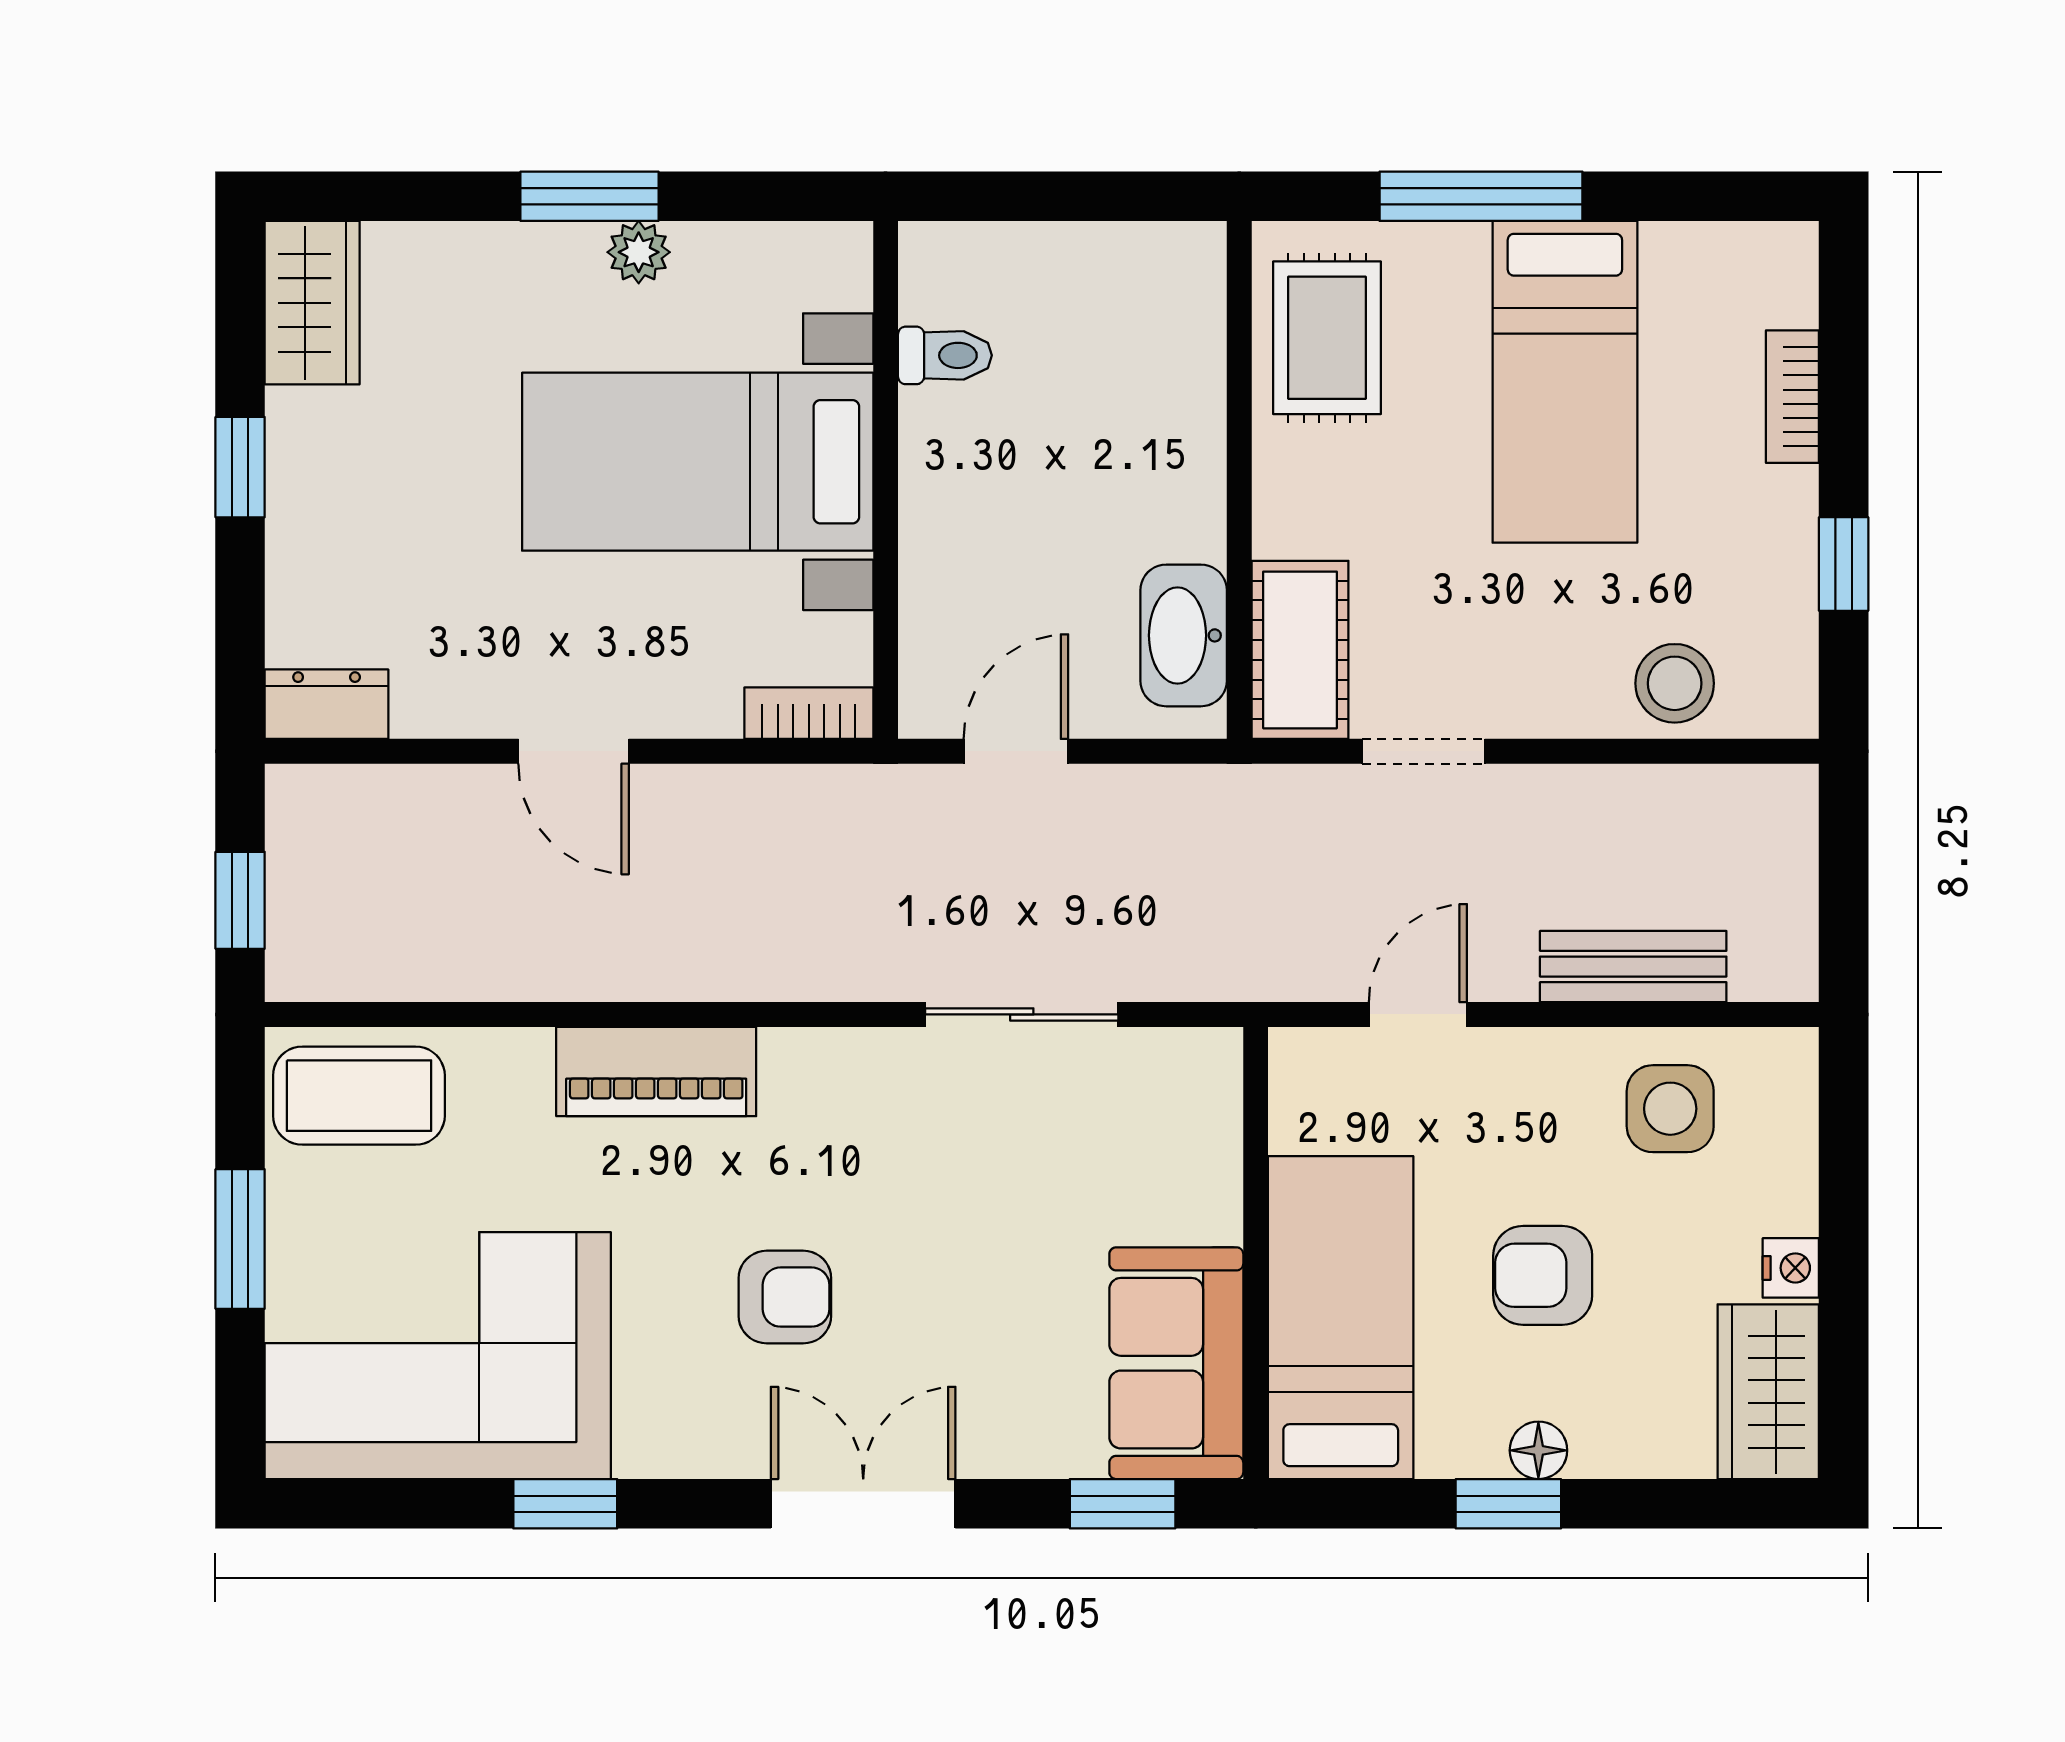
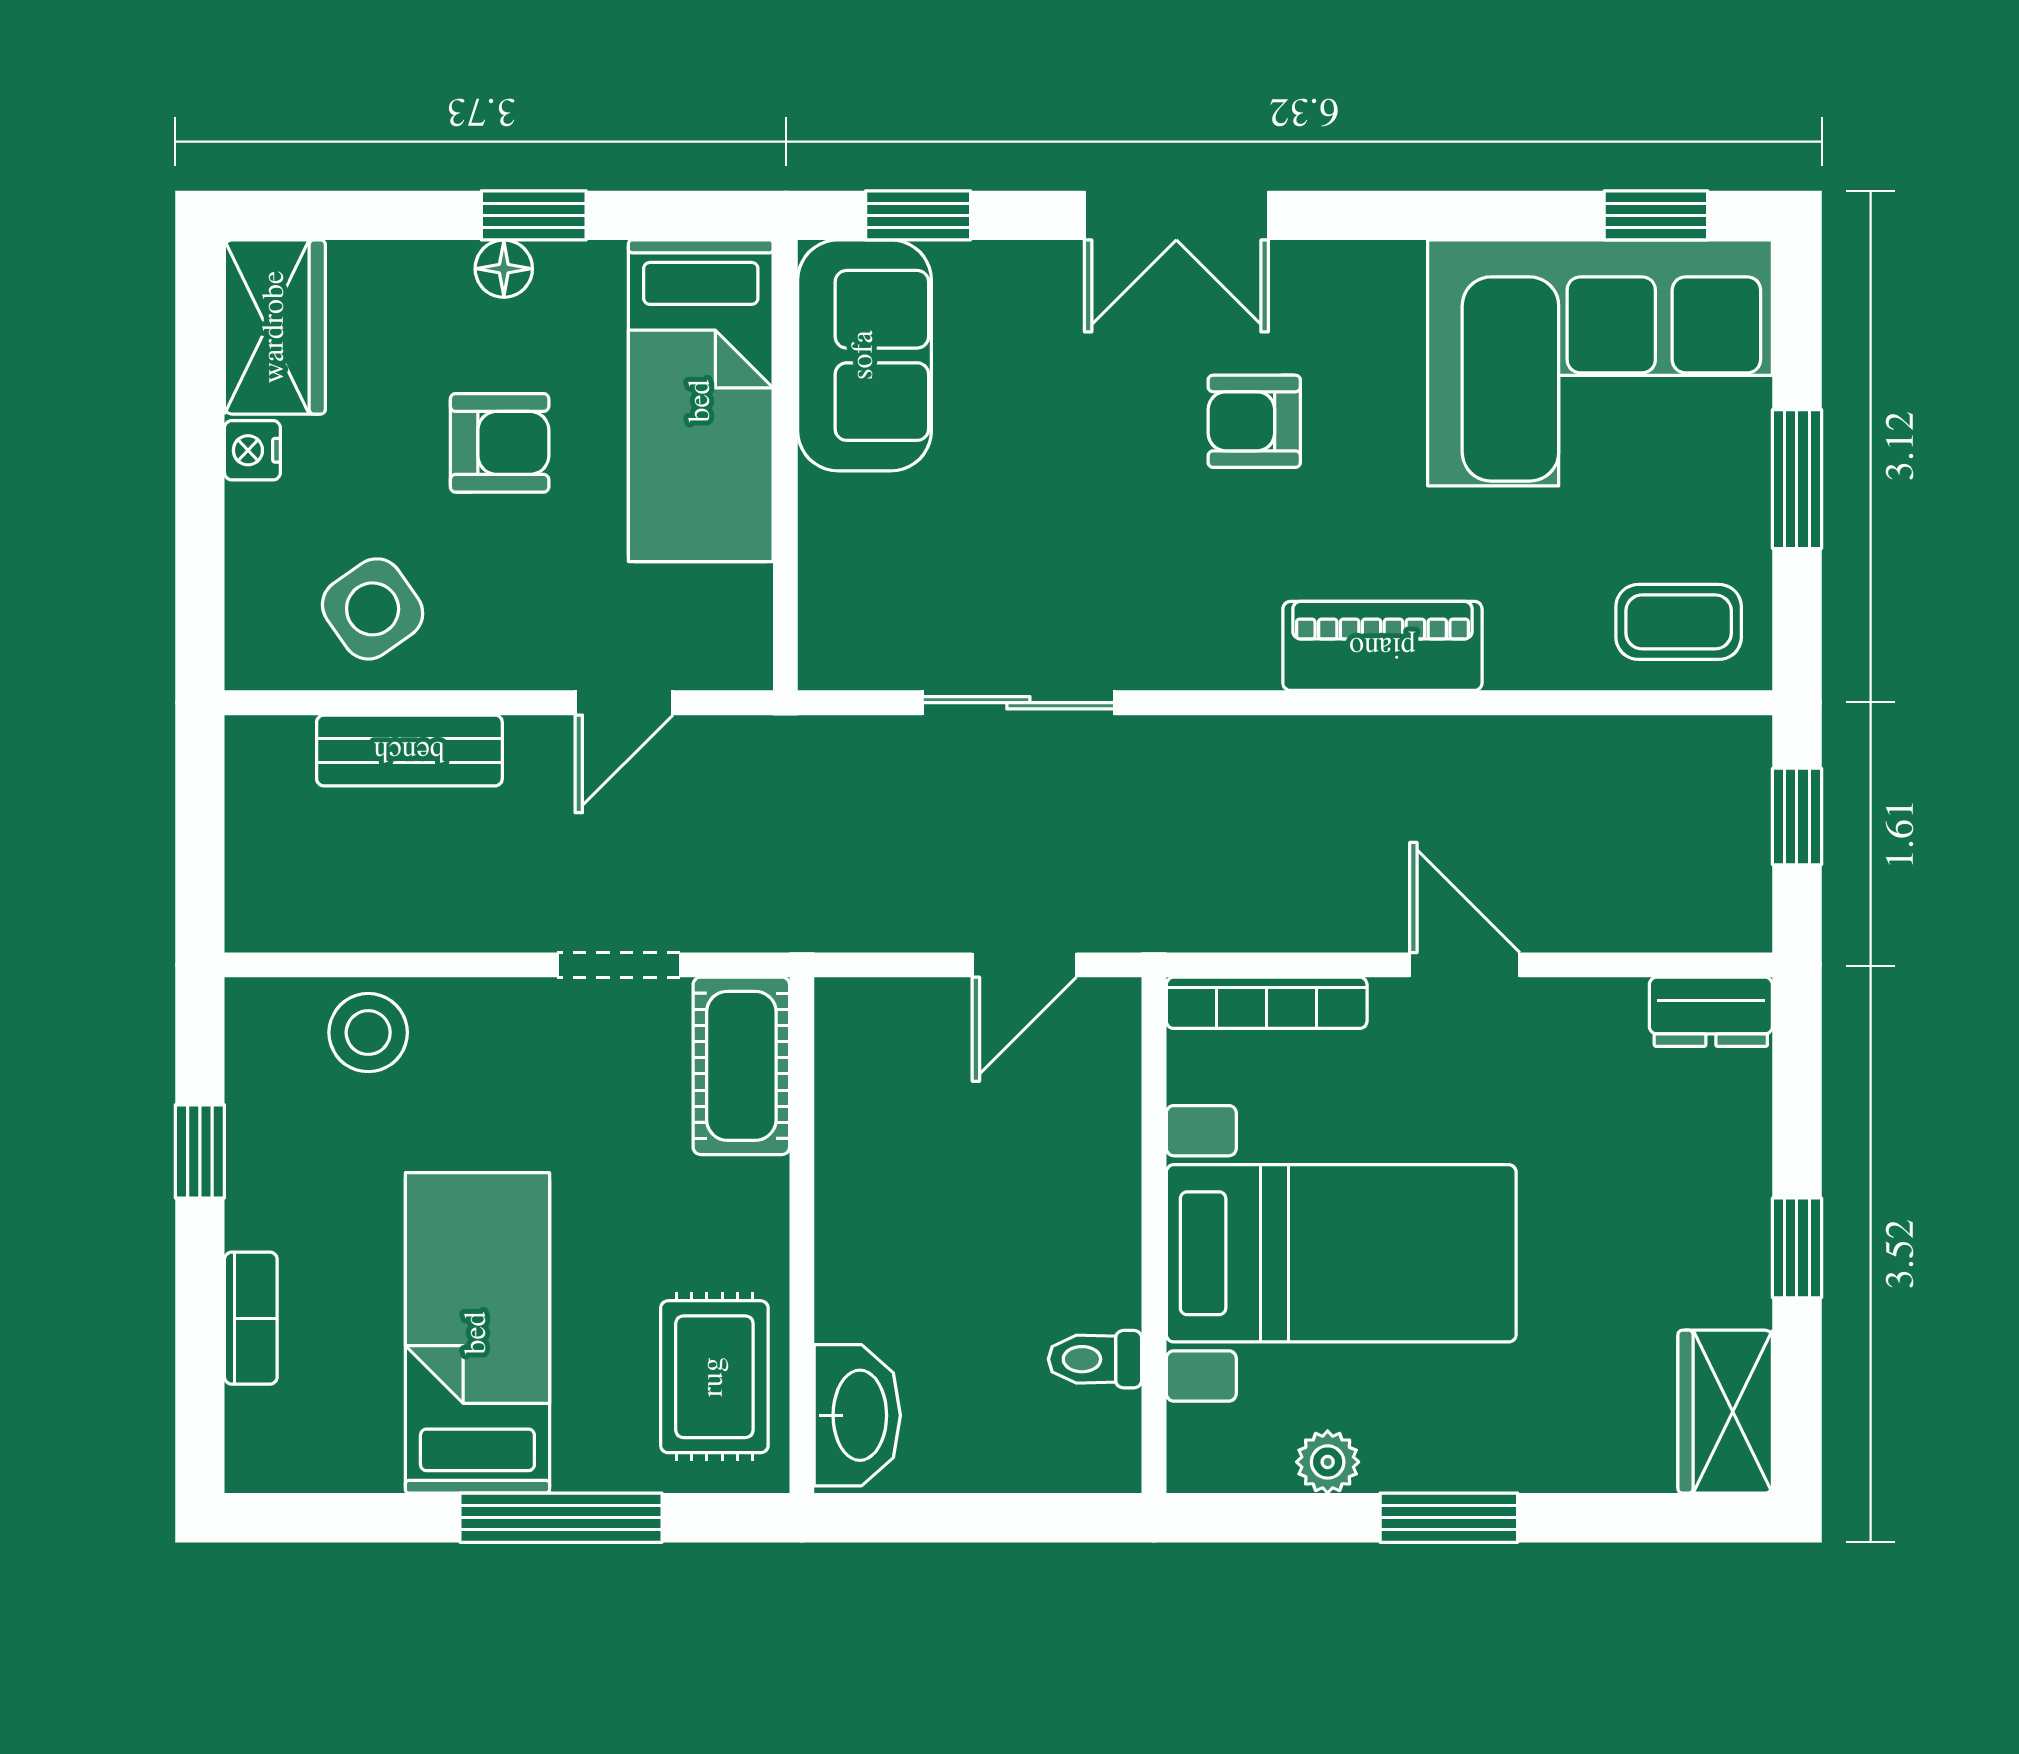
plant: (639, 252) -> (1328, 1462), moved
washbasin: (1184, 635) -> (857, 1415), moved
bookcase: (809, 713) -> (1267, 1003), width x1.56
coffee table: (359, 1096) -> (1679, 622), width x0.73, depth x0.77
side table: (1670, 1109) -> (373, 609), turned -35
window: (565, 1504) -> (1656, 215), moved

